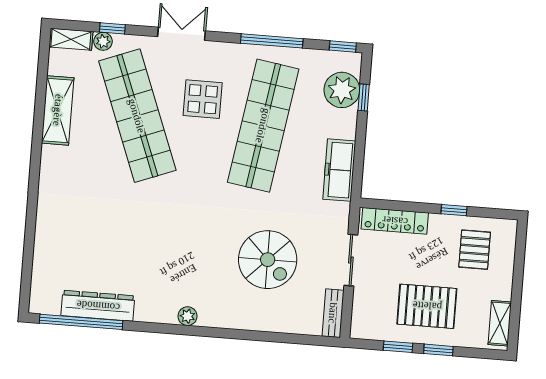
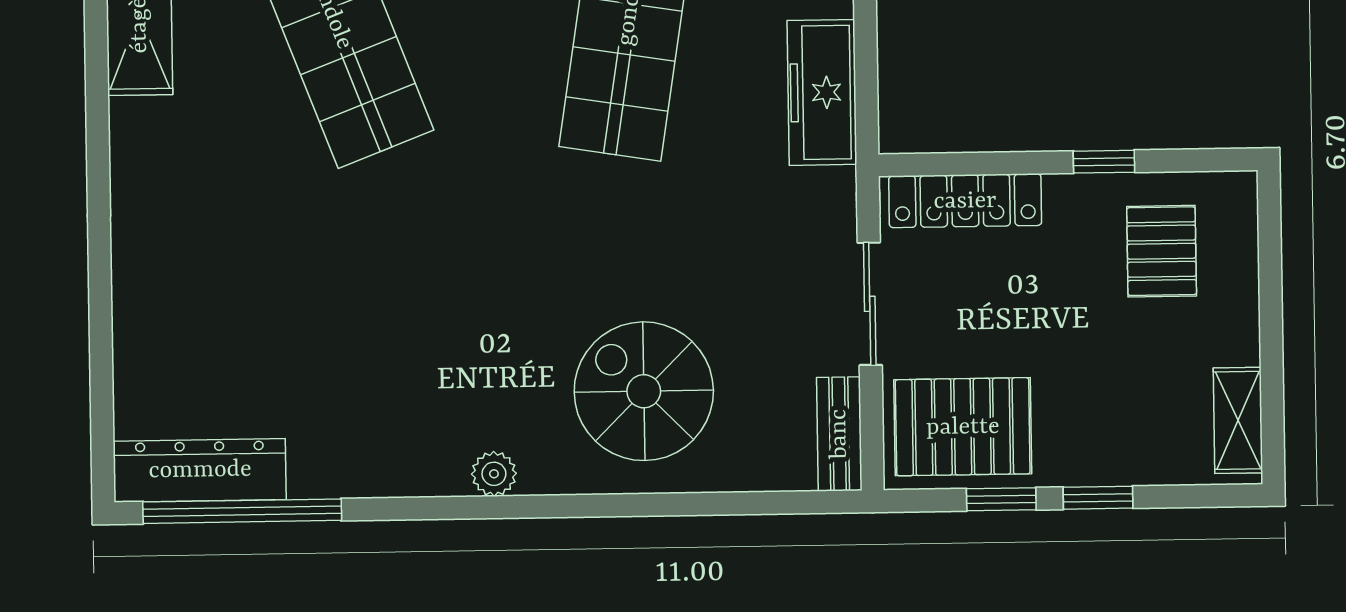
spiral stairs: (268, 260) -> (644, 391), moved, turned 180
dresser: (98, 306) -> (200, 470), moved
pallet: (427, 306) -> (963, 427), moved

